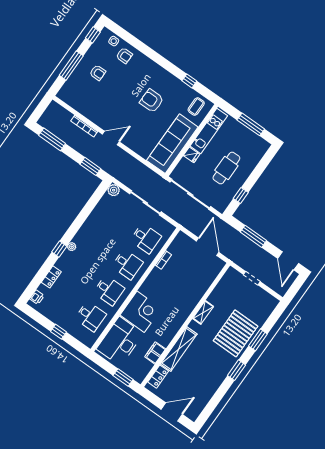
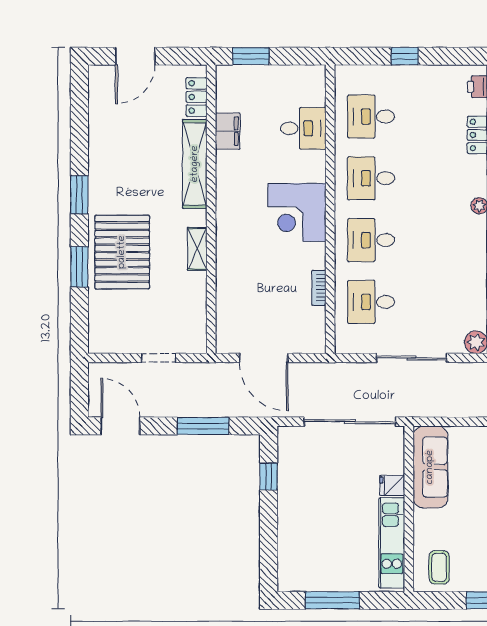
sofa: (172, 144) -> (430, 467), width x0.74, depth x0.79
cafe table: (226, 168) -> (322, 504), removed
corner desk: (141, 312) -> (297, 212), moved
desk: (120, 341) -> (303, 128), width x0.53, depth x0.77

